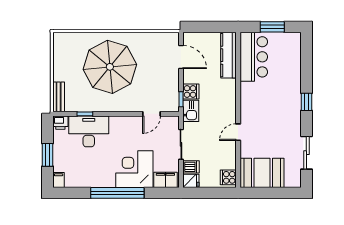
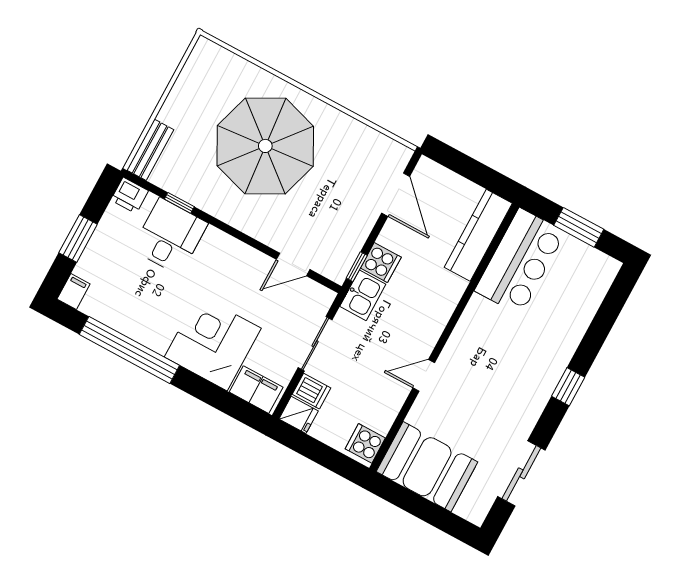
desk: (89, 131) -> (170, 236), width x0.73
window: (117, 193) -> (129, 350), moved

